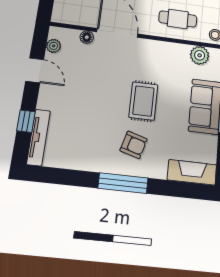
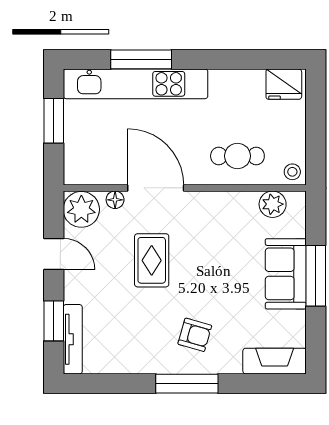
plant: (54, 46) -> (81, 209), width x1.88, depth x1.88
rug: (143, 101) -> (152, 260), moved
window: (26, 121) -> (54, 321), width x1.50

